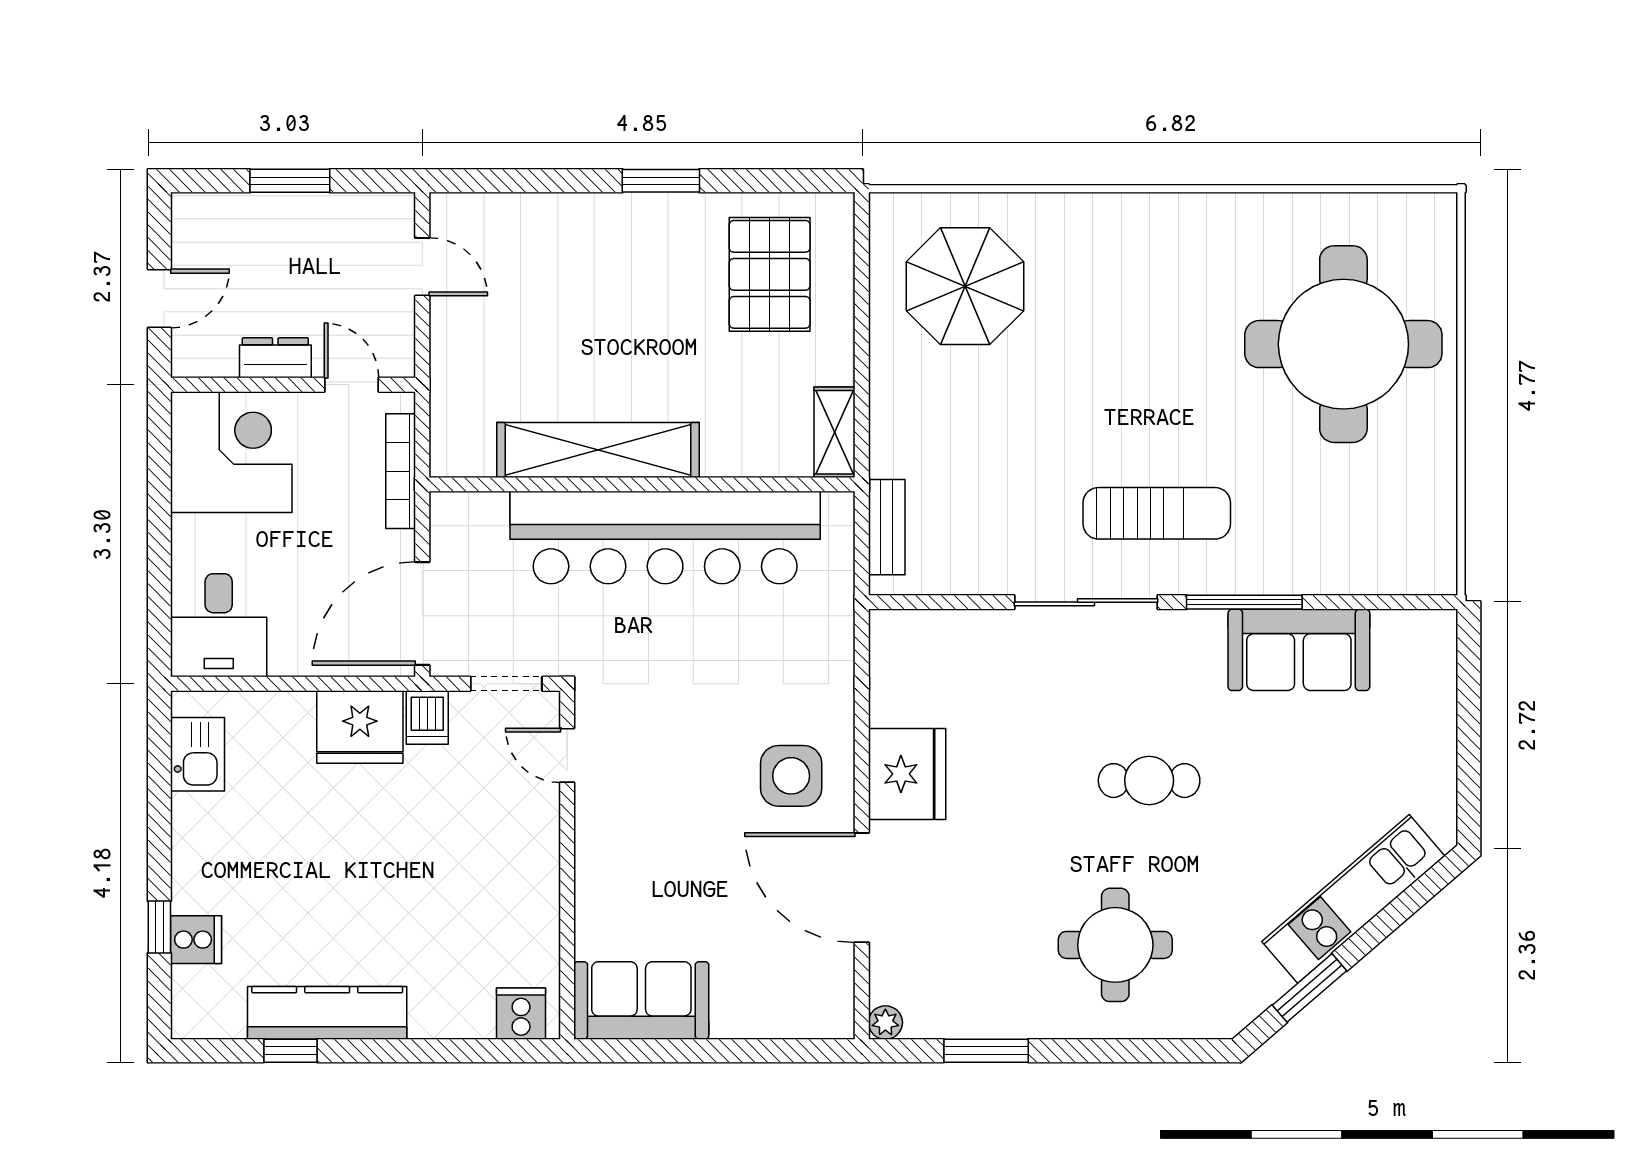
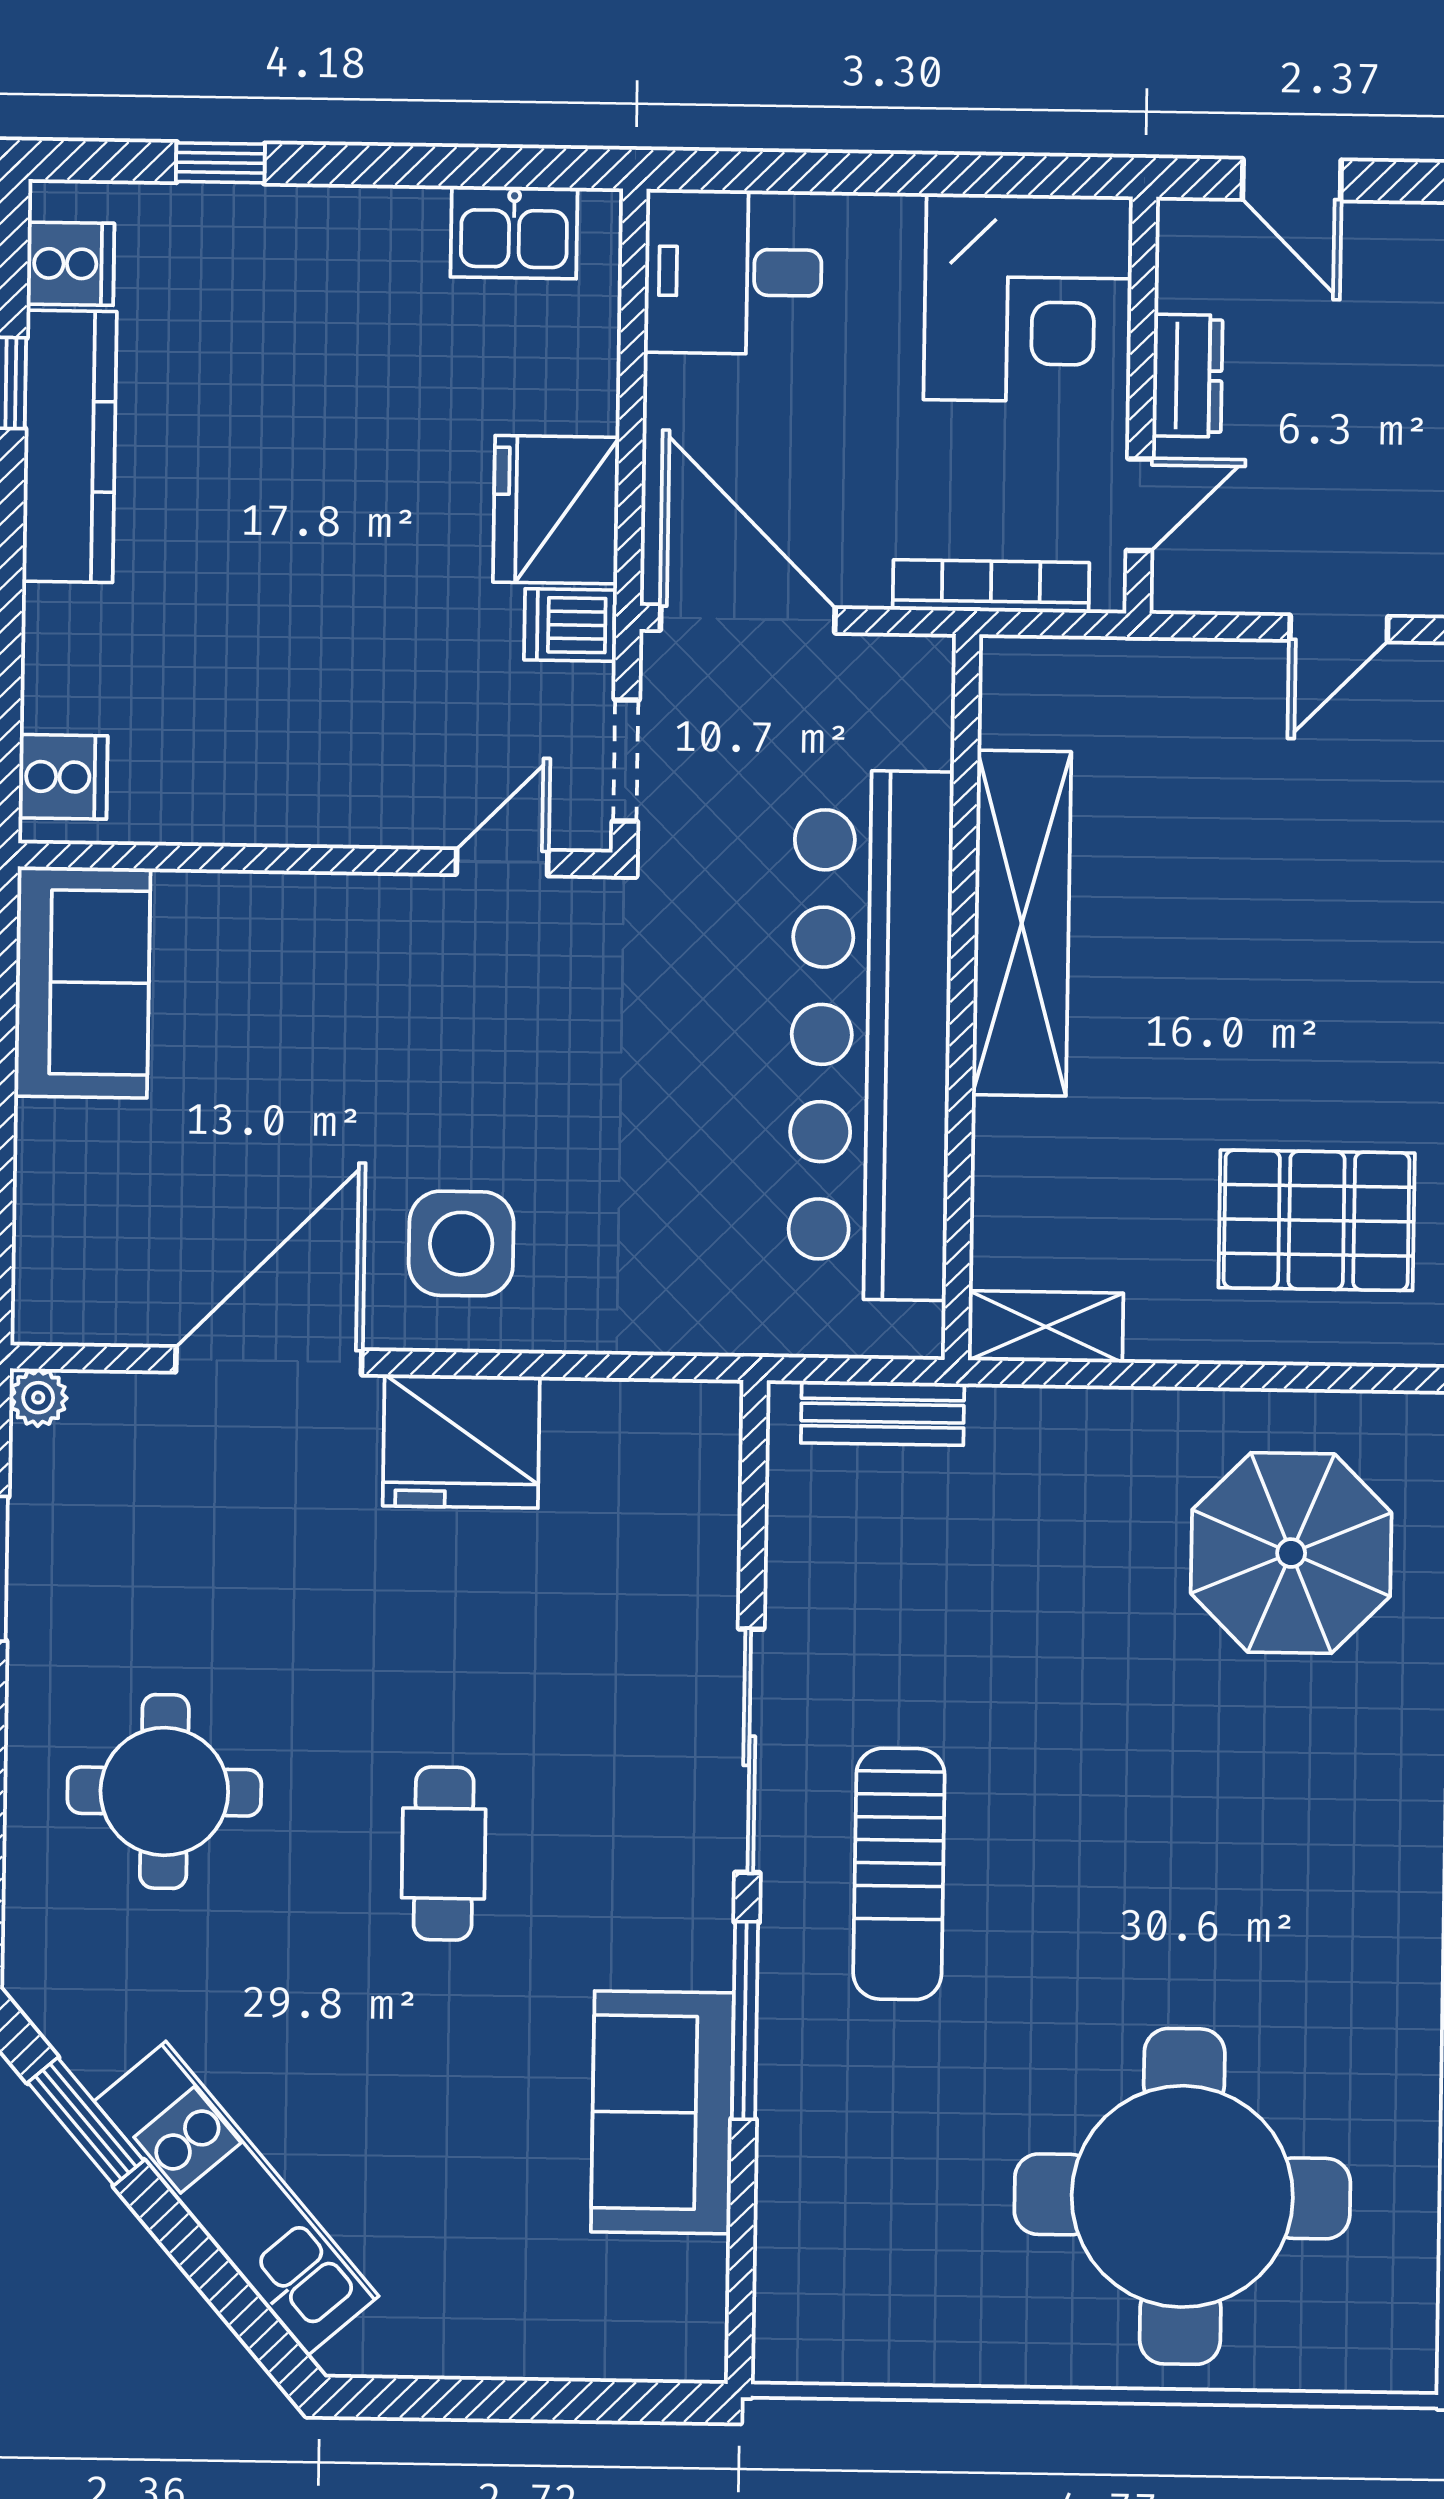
cooker: (196, 940) -> (70, 264), moved, turned -90

